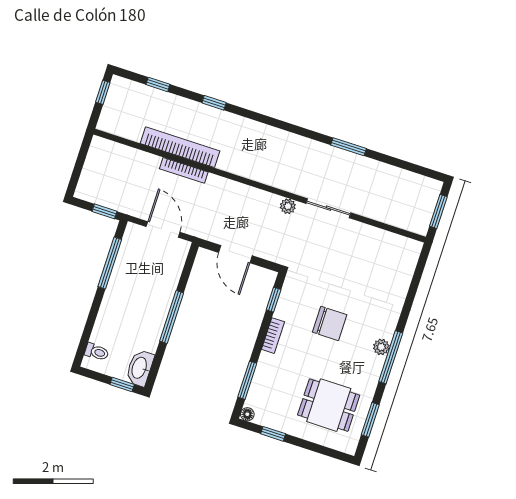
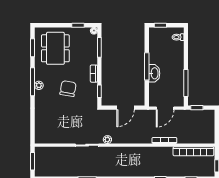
bookcase: (180, 147) -> (193, 151), moved
door: (163, 229) -> (165, 108), hinge flipped
door: (235, 254) -> (126, 108), swing flipped
chair: (330, 323) -> (68, 89), turned 100
washbasin: (140, 368) -> (154, 73), moved
dining table: (329, 405) -> (55, 48), width x1.38

